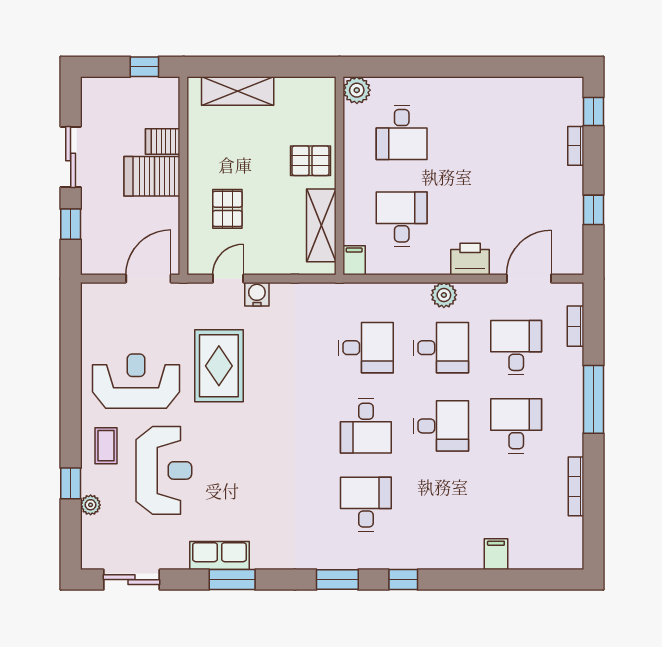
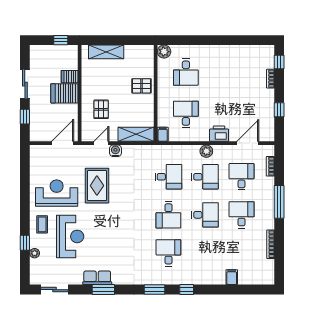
shelving: (321, 225) -> (136, 134), moved, turned 90

